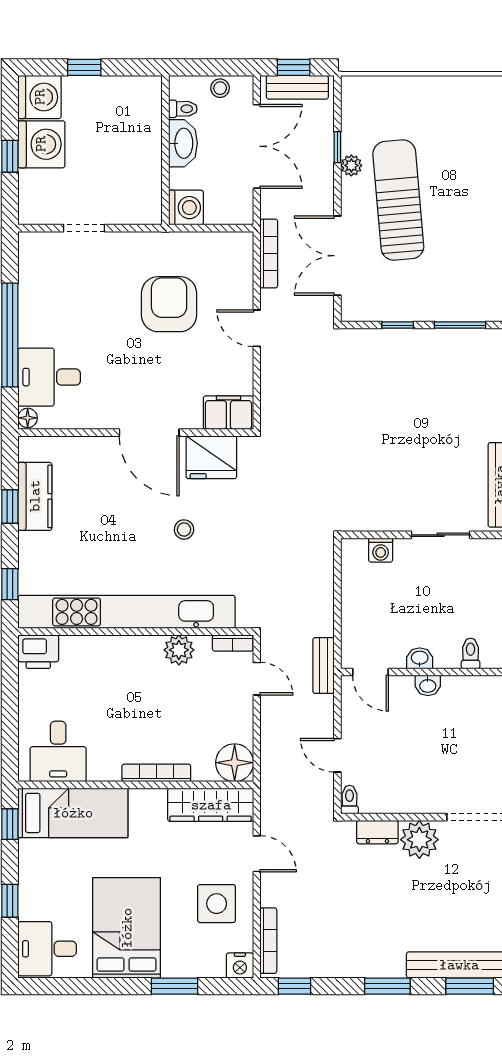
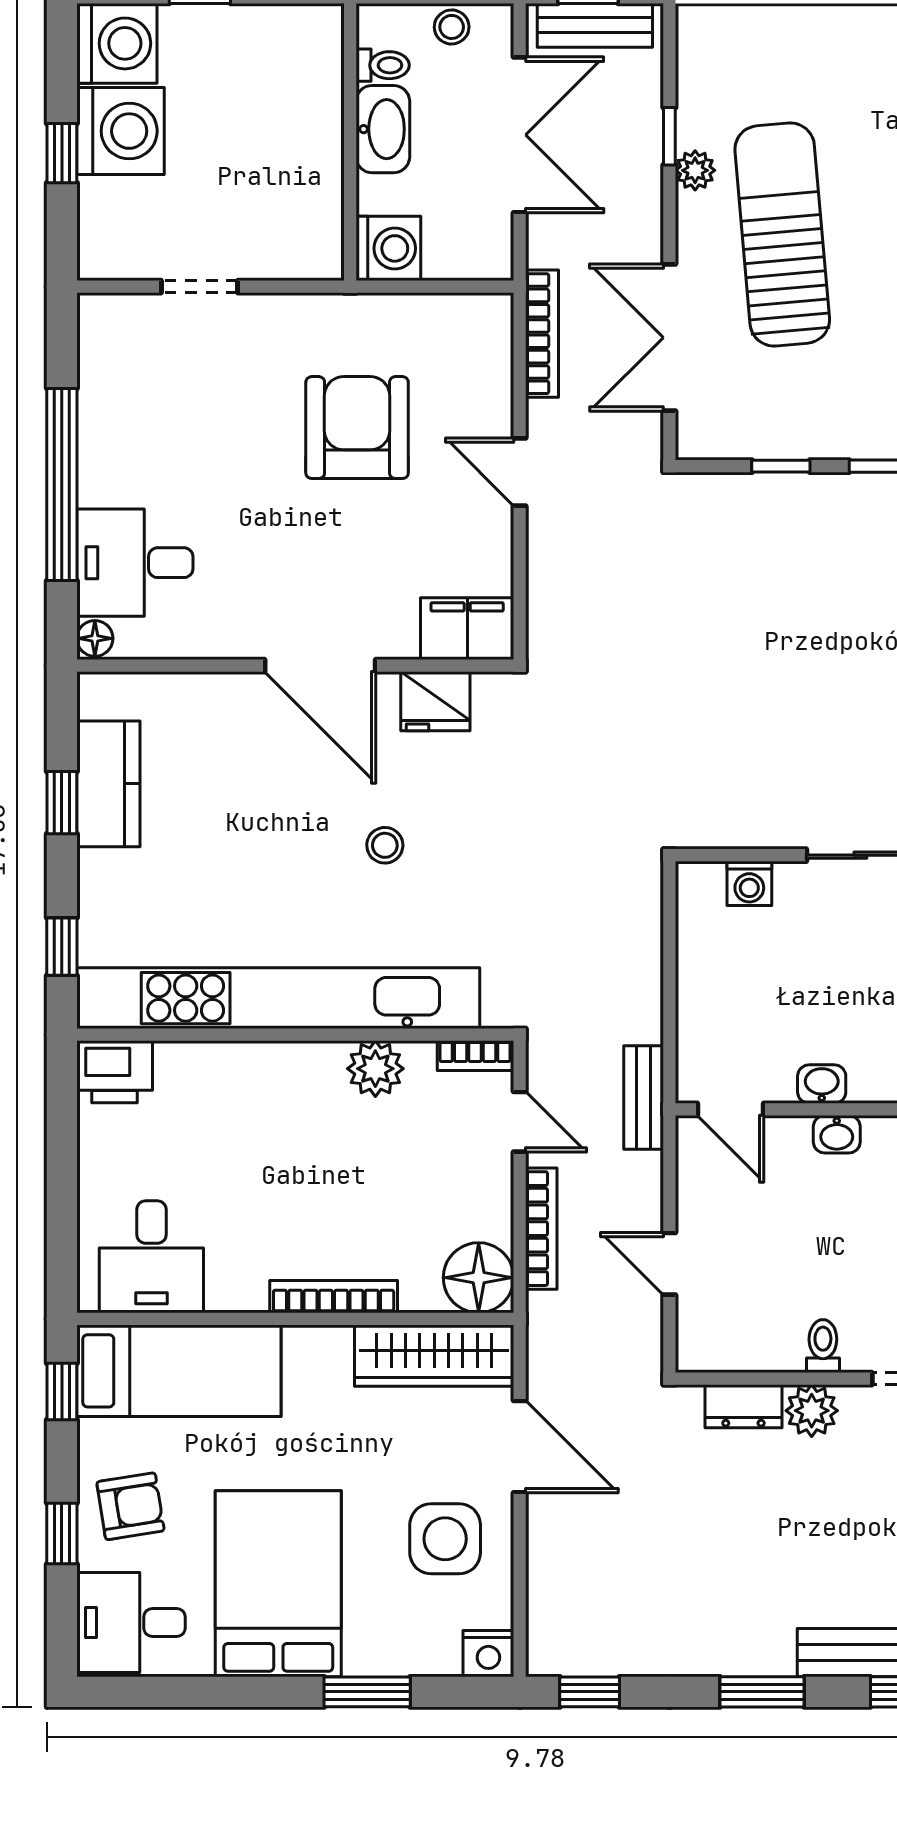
fridge: (211, 457) -> (435, 701), width x0.73, depth x0.75
toilet: (349, 800) -> (823, 1346), moved
plant: (419, 840) -> (812, 1411), width x0.73, depth x0.73
door: (257, 854) -> (520, 1447), width x1.38
armchair: (47, 886) -> (130, 1506), added
bookcase: (268, 941) -> (541, 1229), moved

